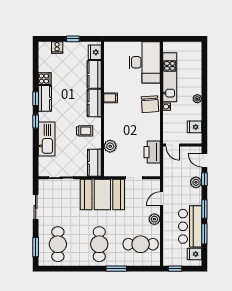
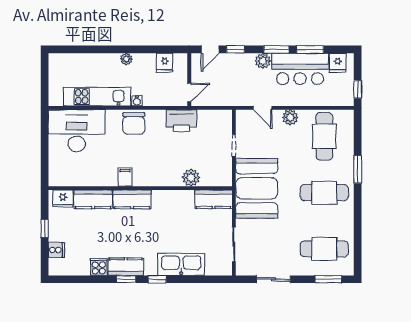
chair: (150, 104) -> (134, 123), turned 94
trolley: (85, 131) -> (170, 212), removed
printer: (152, 152) -> (181, 121), moved
plant: (196, 182) -> (263, 61), moved

